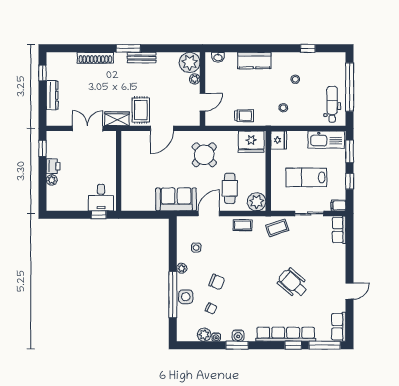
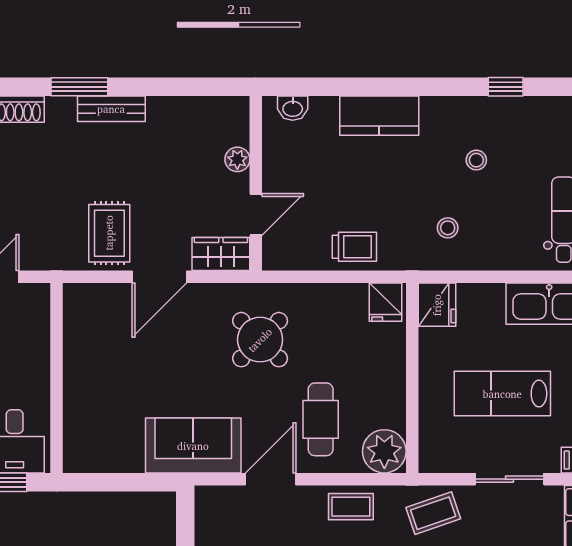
plant: (190, 62) -> (225, 120), removed
wardrobe: (117, 119) -> (221, 254), moved
fridge: (251, 142) -> (385, 302), width x0.53, depth x0.75

